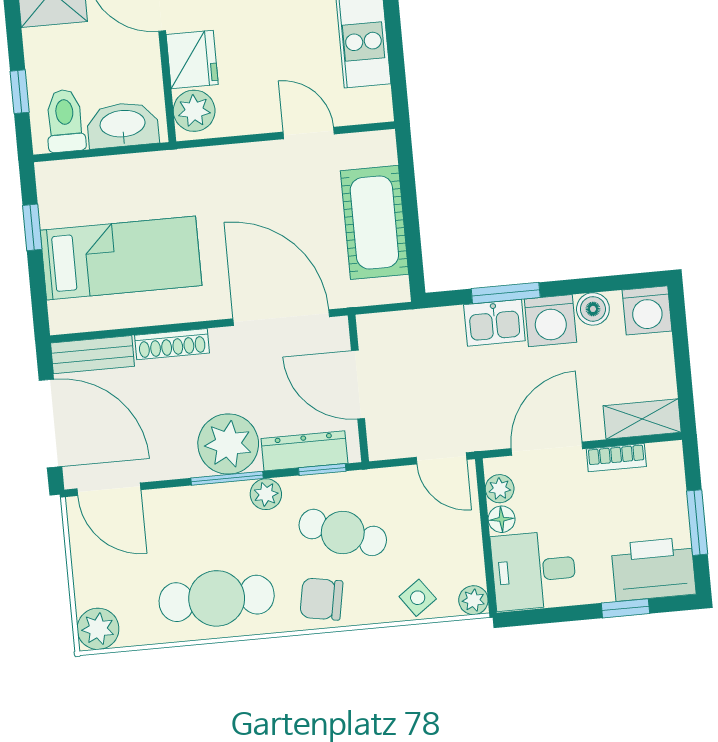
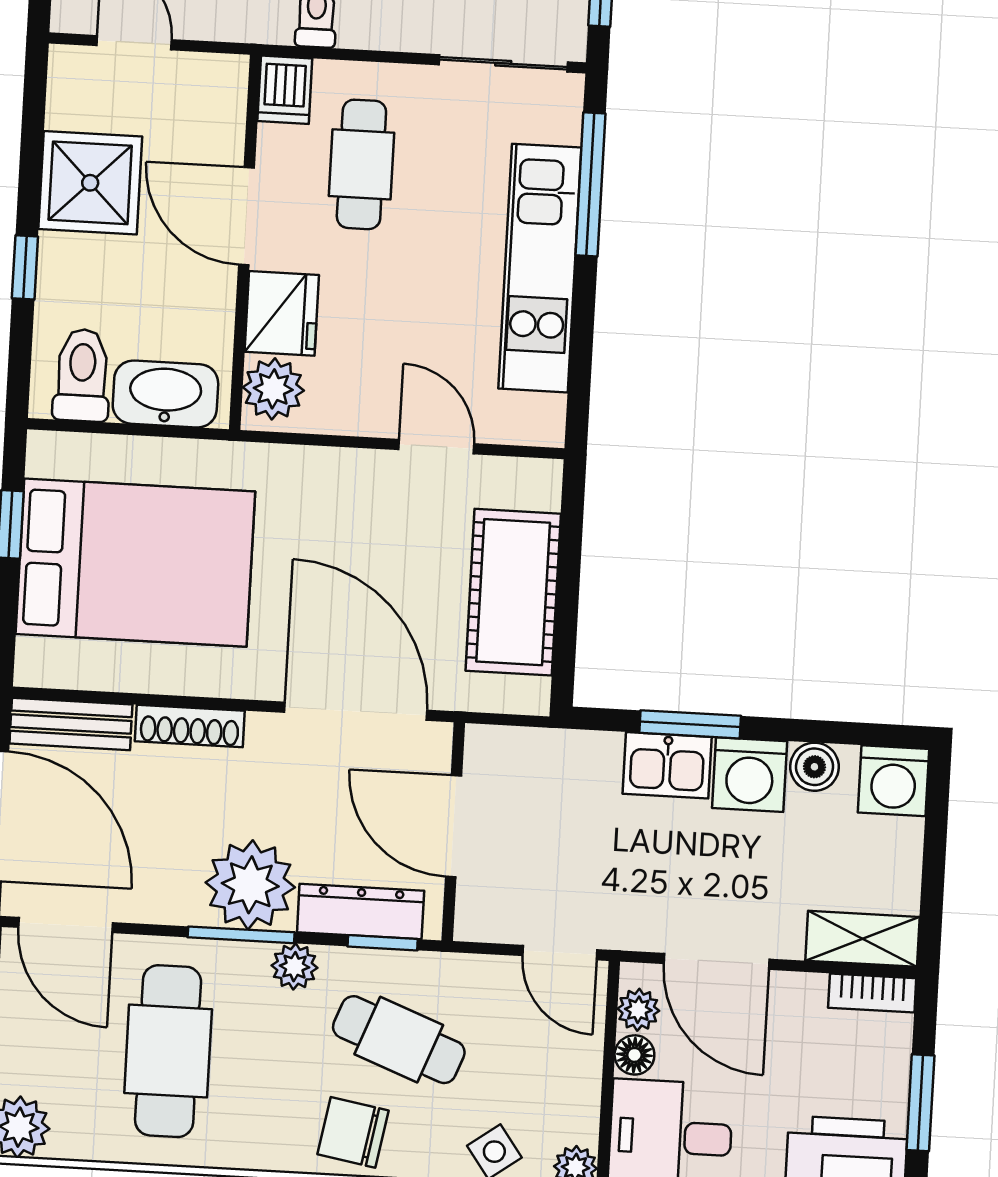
window: (20, 92) -> (25, 267), moved
bed: (121, 258) -> (135, 563), width x1.50
door: (547, 449) -> (717, 961), swing flipped
bookcase: (616, 458) -> (872, 993), moved
cafe table: (217, 598) -> (168, 1051), moved, turned 90

